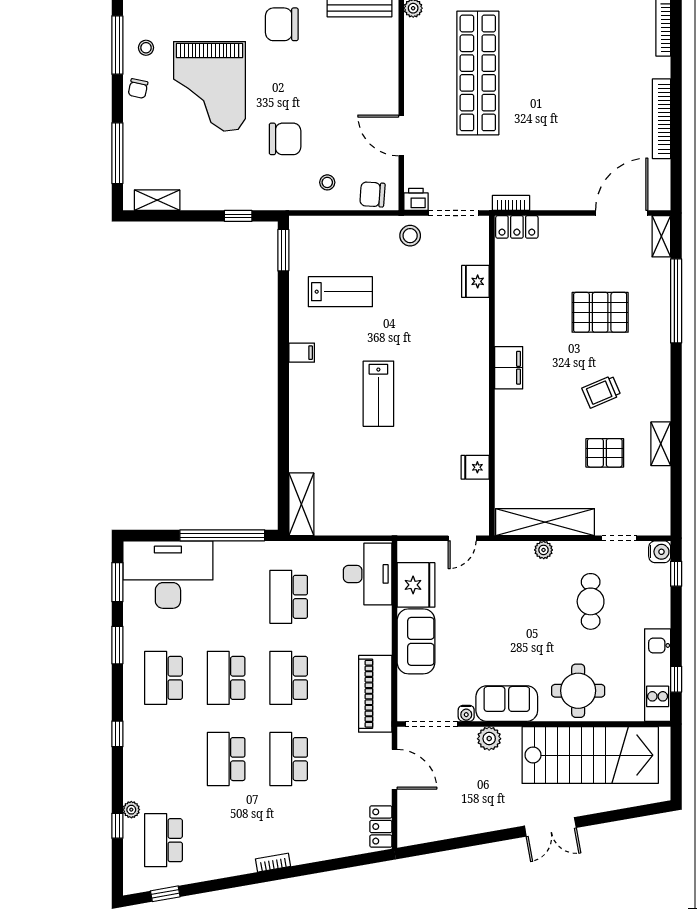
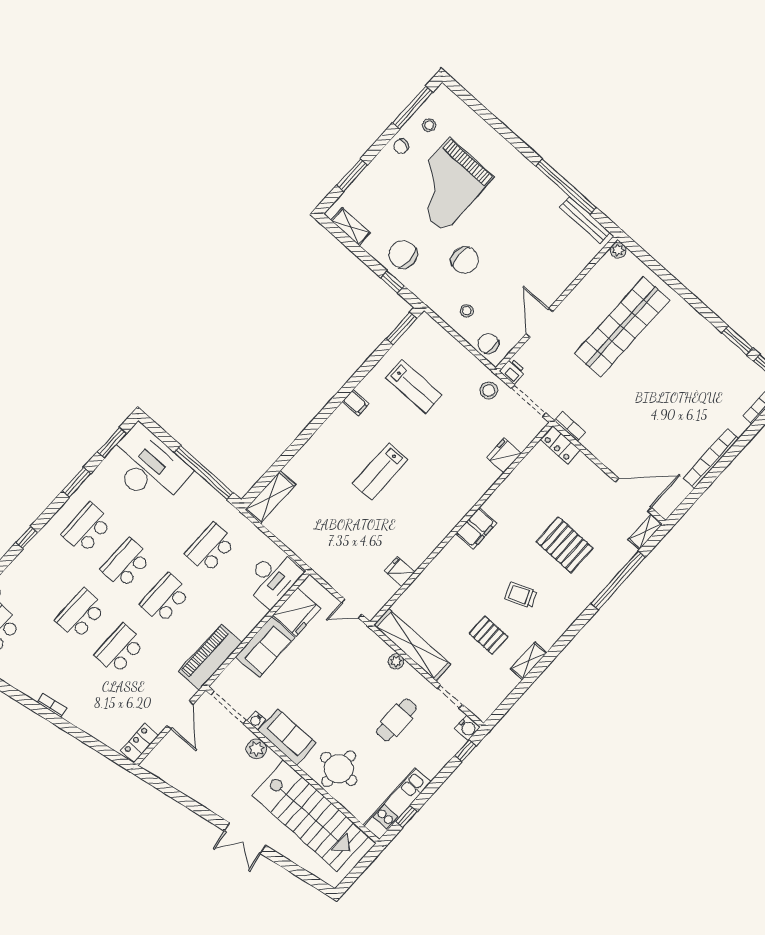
chair: (282, 24) -> (403, 254), moved
window: (117, 153) -> (352, 175), width x0.69

